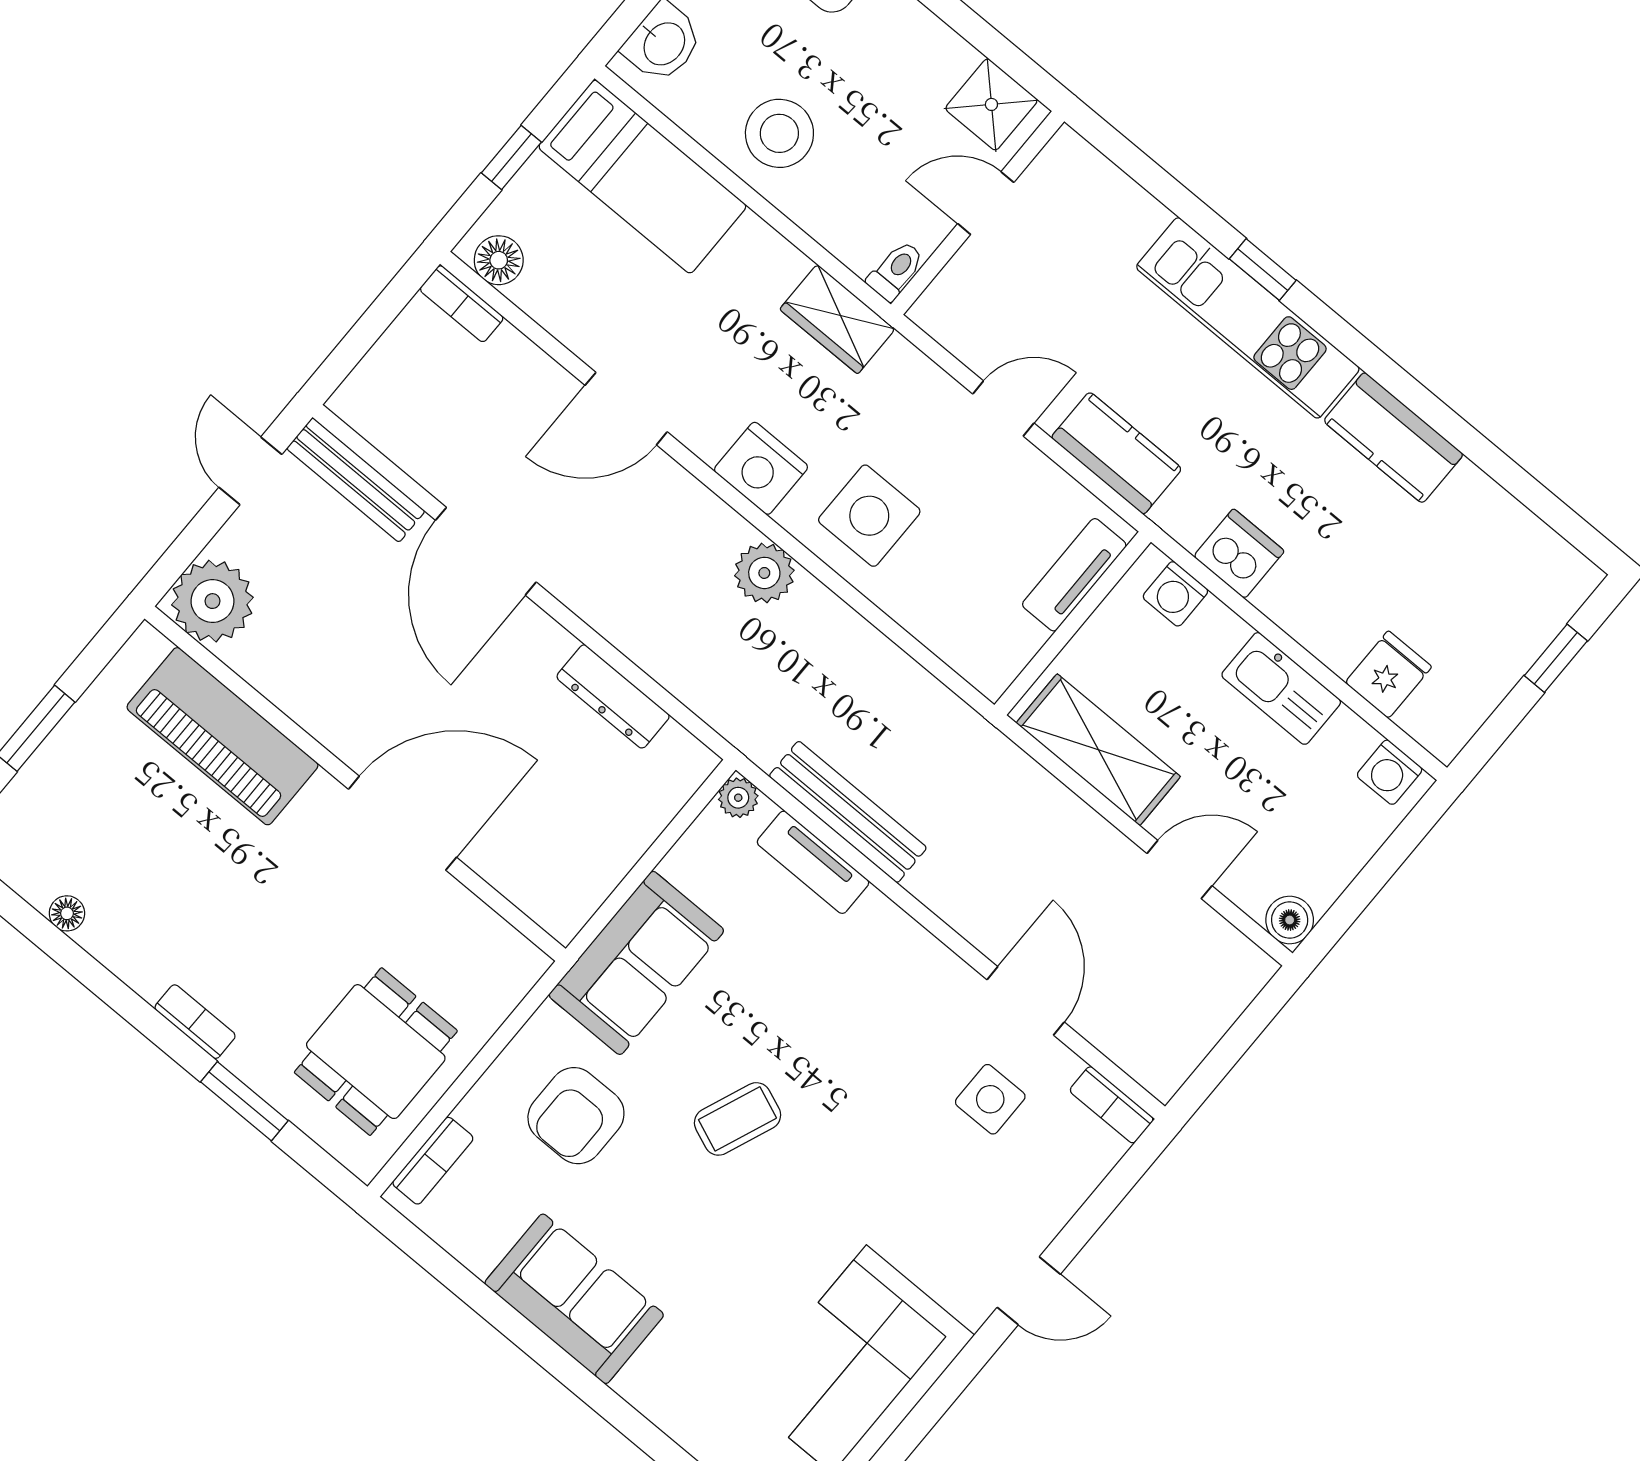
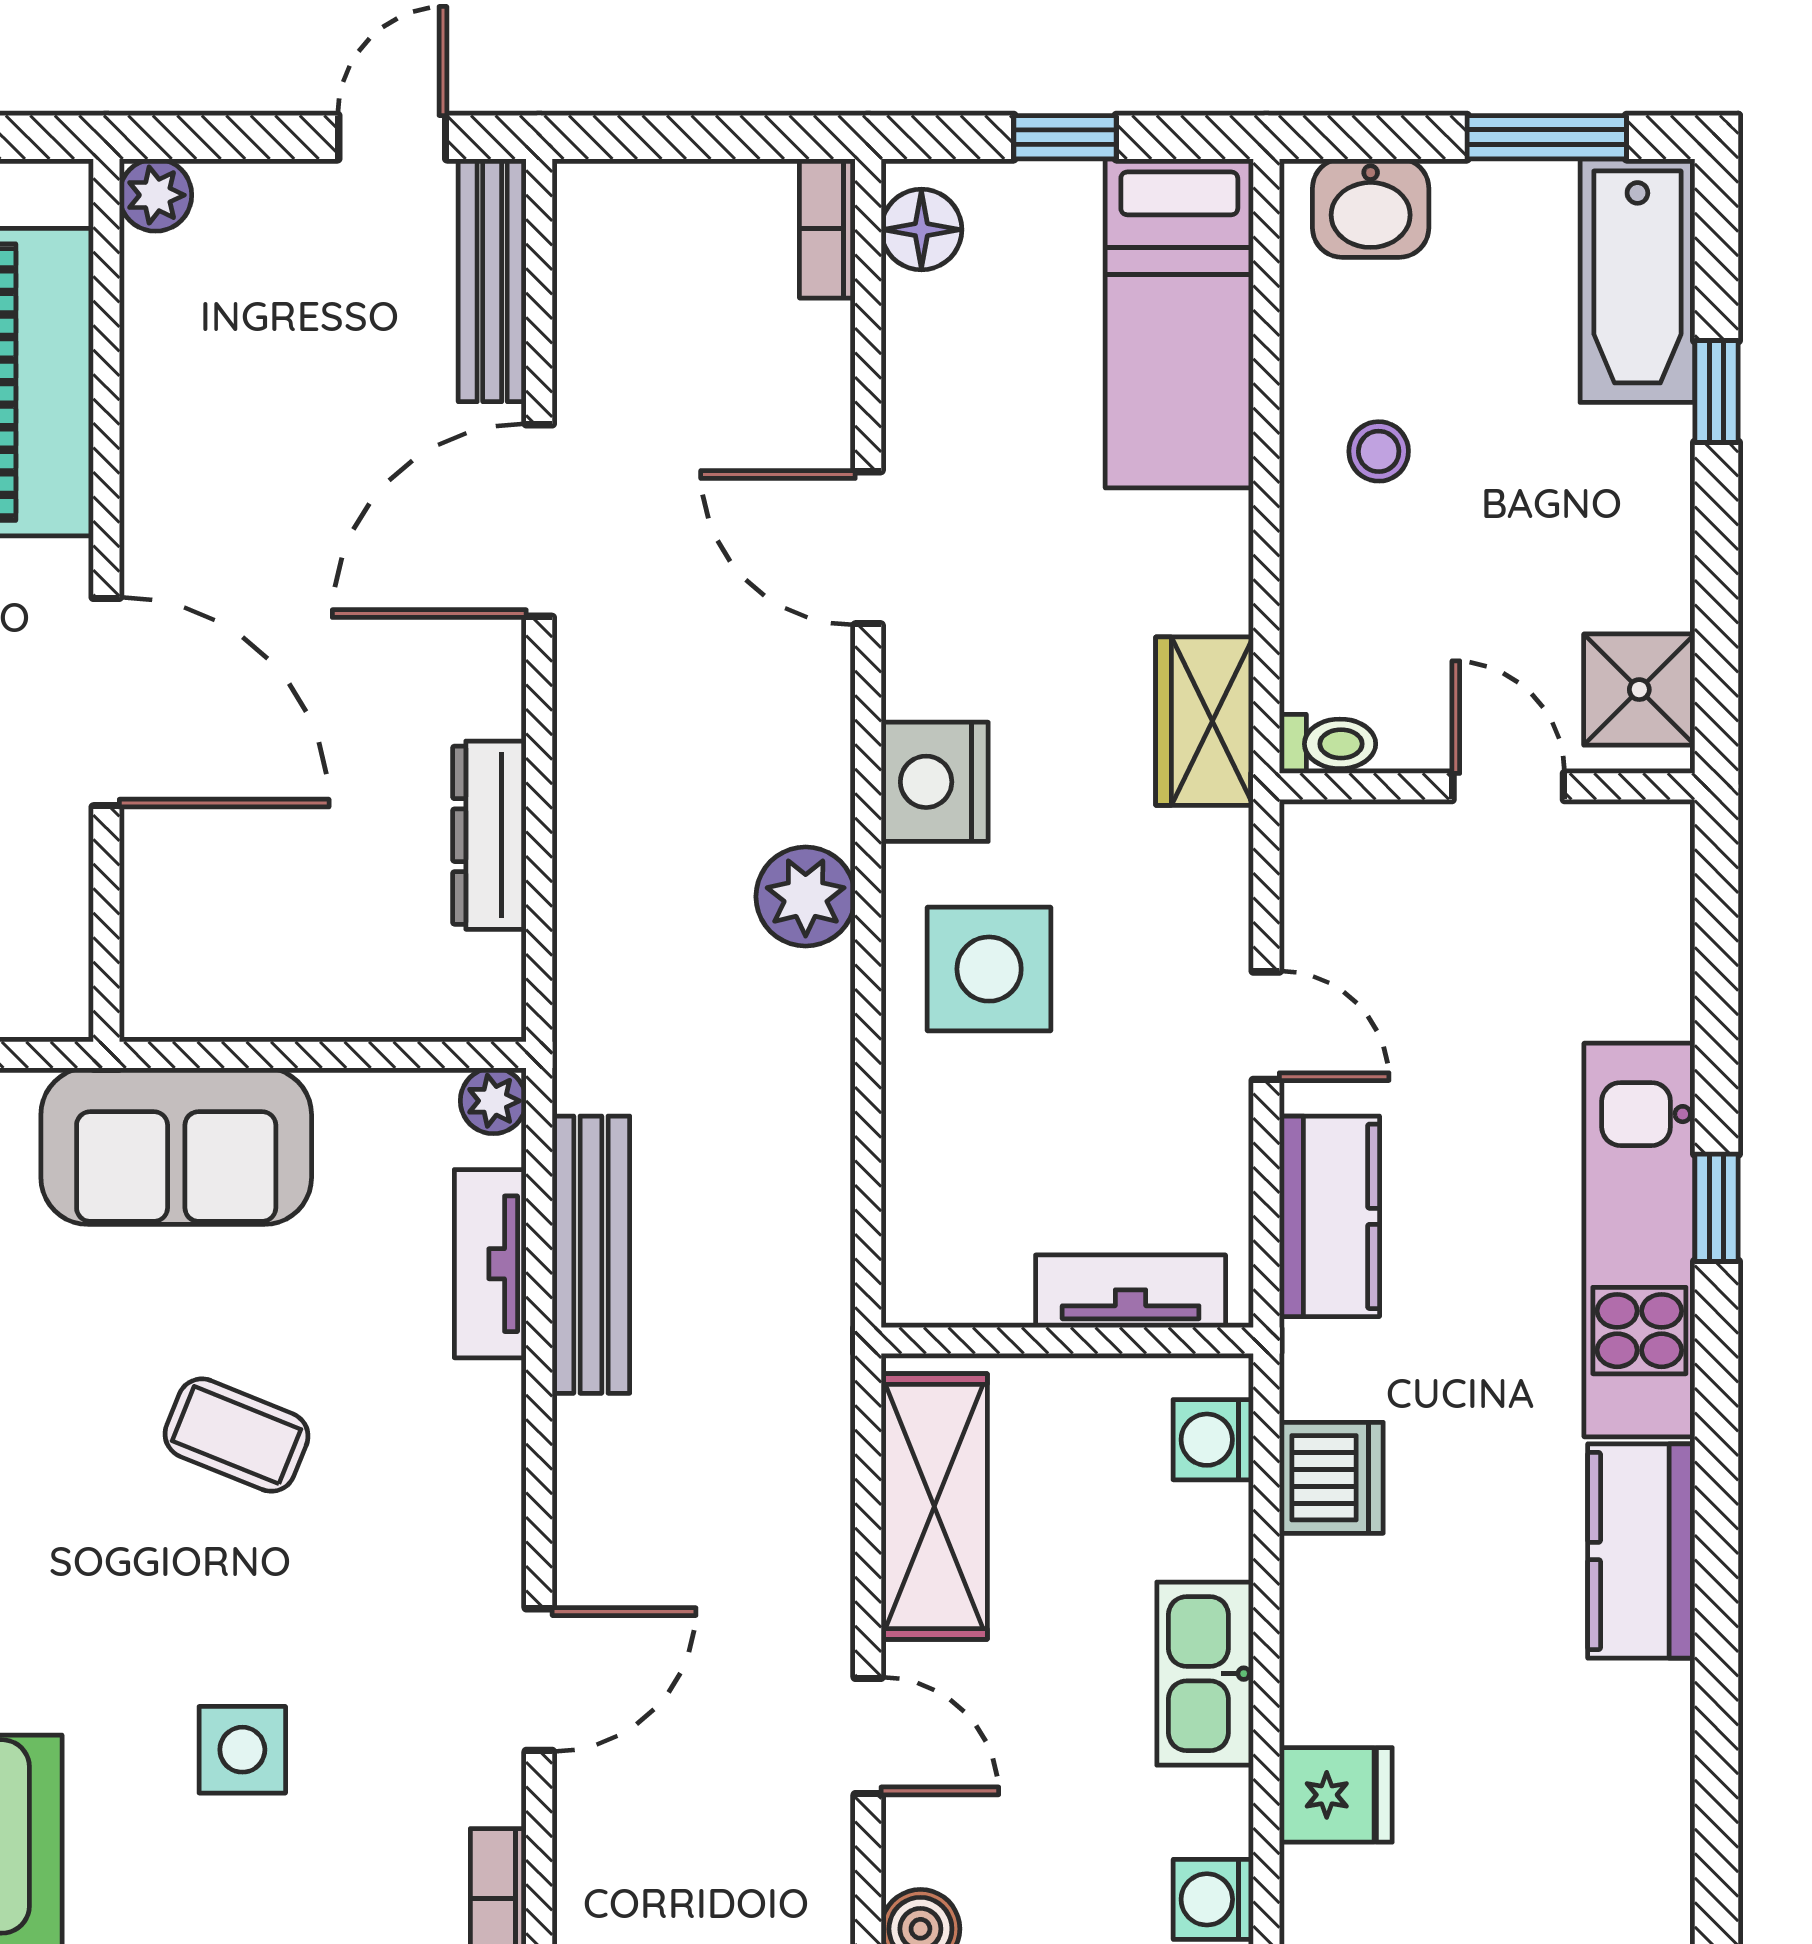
stool: (779, 133) -> (1379, 451), width x0.53, depth x0.53
plant: (212, 601) -> (156, 195), width x0.53, depth x0.53
side table: (990, 1099) -> (242, 1750), moved
coffee table: (738, 1119) -> (237, 1435), moved

